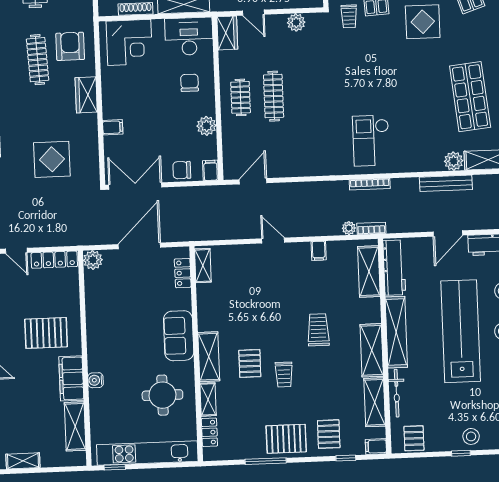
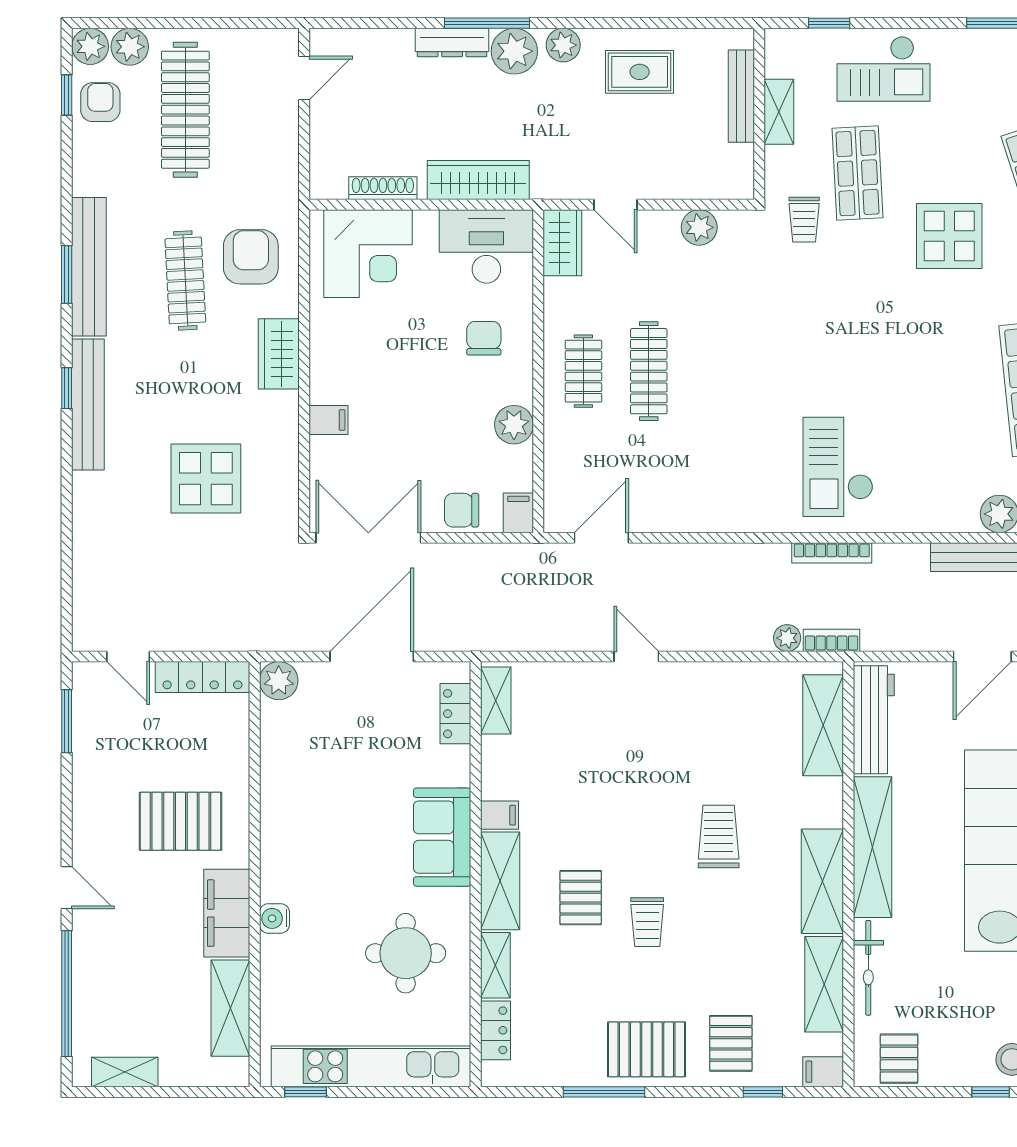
filing cabinet: (319, 251) -> (499, 815), moved, turned -90

